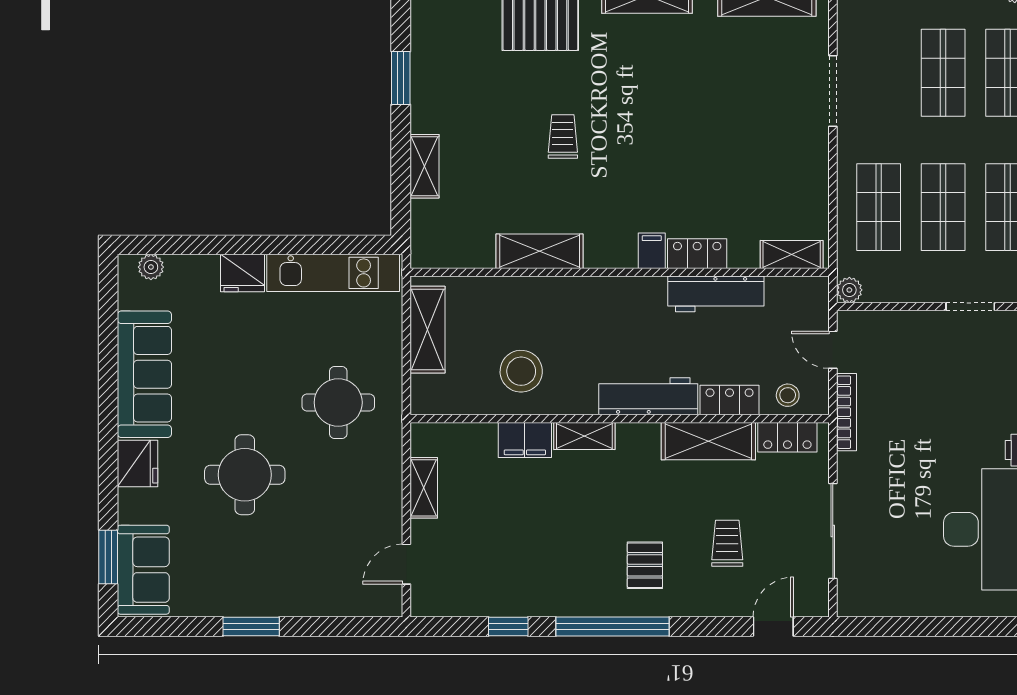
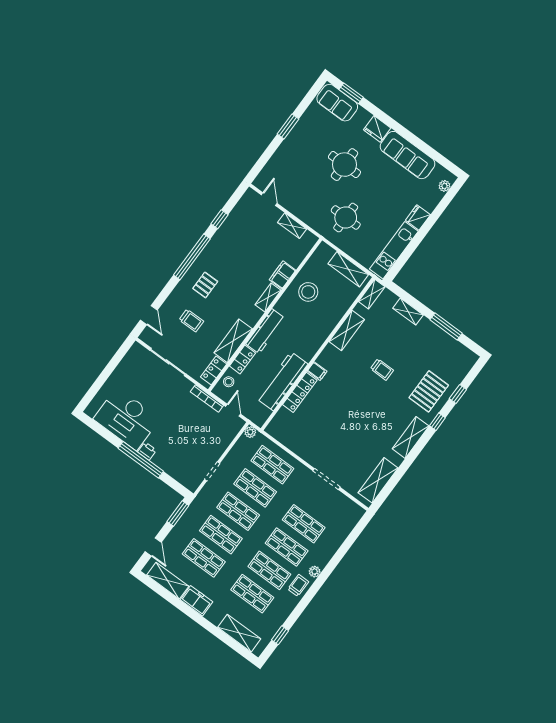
window: (401, 78) -> (446, 327), width x1.44
locker: (697, 254) -> (300, 392), width x1.53
shelving: (792, 254) -> (372, 294), moved
workbench: (716, 294) -> (282, 381), width x1.36, depth x1.32
door: (833, 350) -> (233, 410), hinge flipped
pallet: (645, 565) -> (205, 285), turned 90

